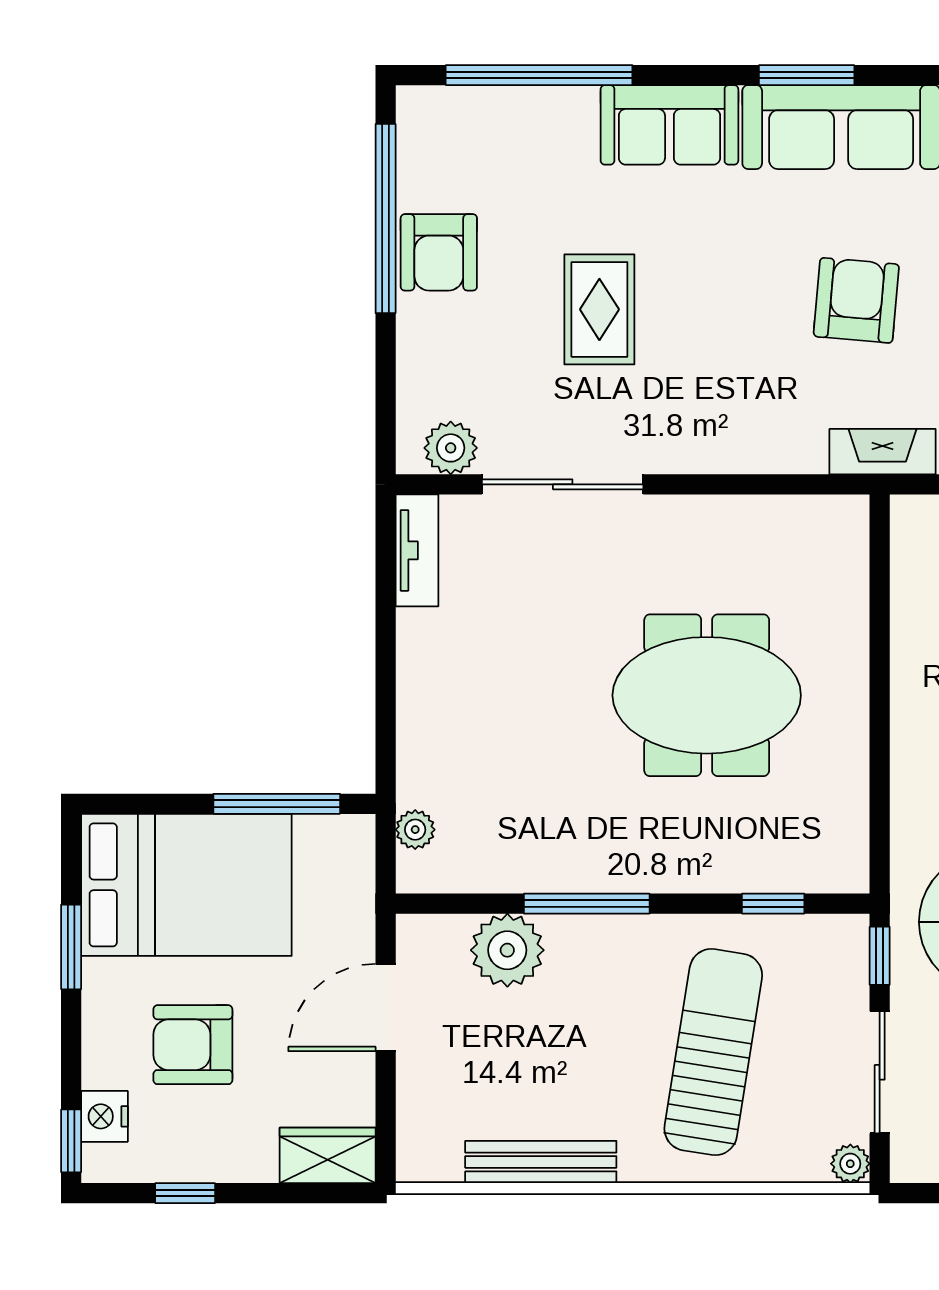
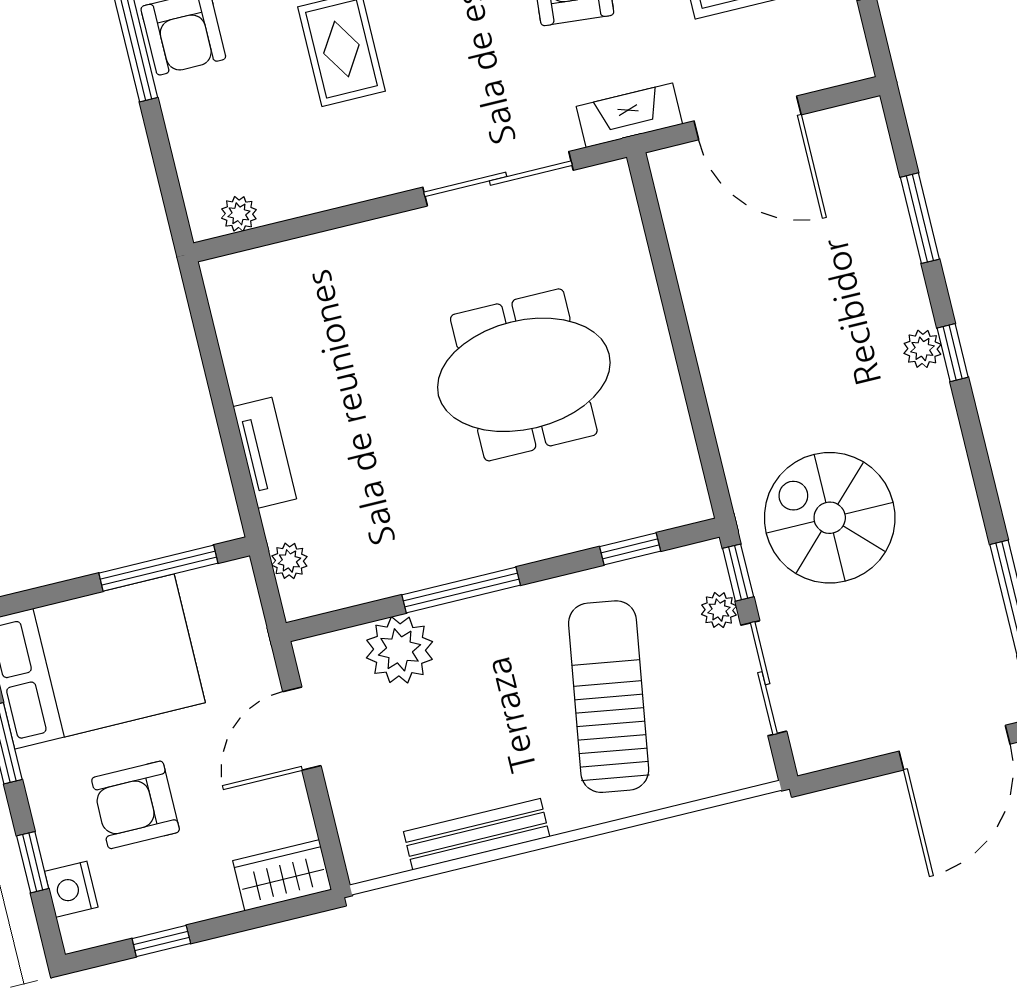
plant: (451, 448) -> (239, 214), width x0.73, depth x0.73
sliding door: (563, 484) -> (498, 179), moved
tv unit: (417, 550) -> (265, 453), moved
window: (71, 1141) -> (33, 862), moved
plant: (850, 1164) -> (719, 610), moved

